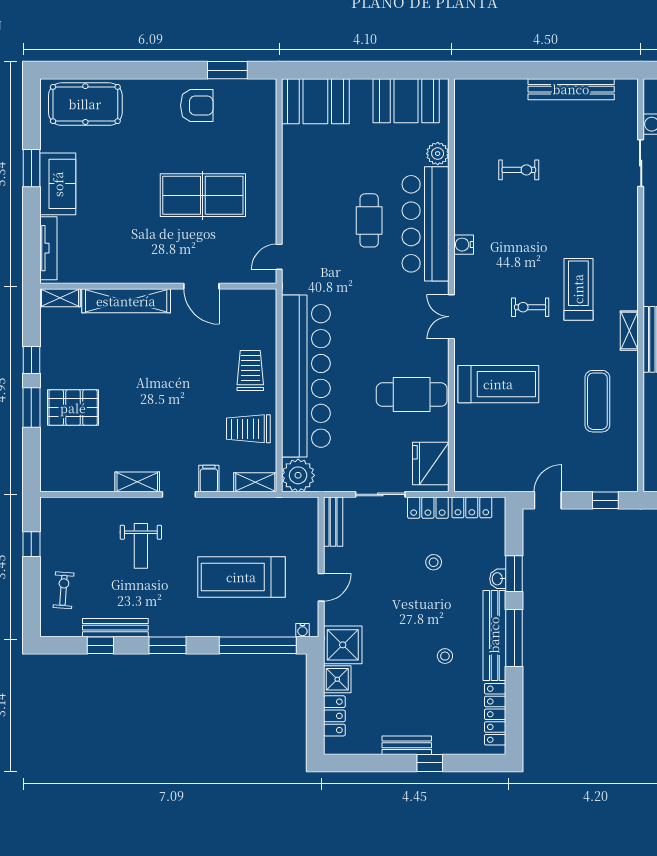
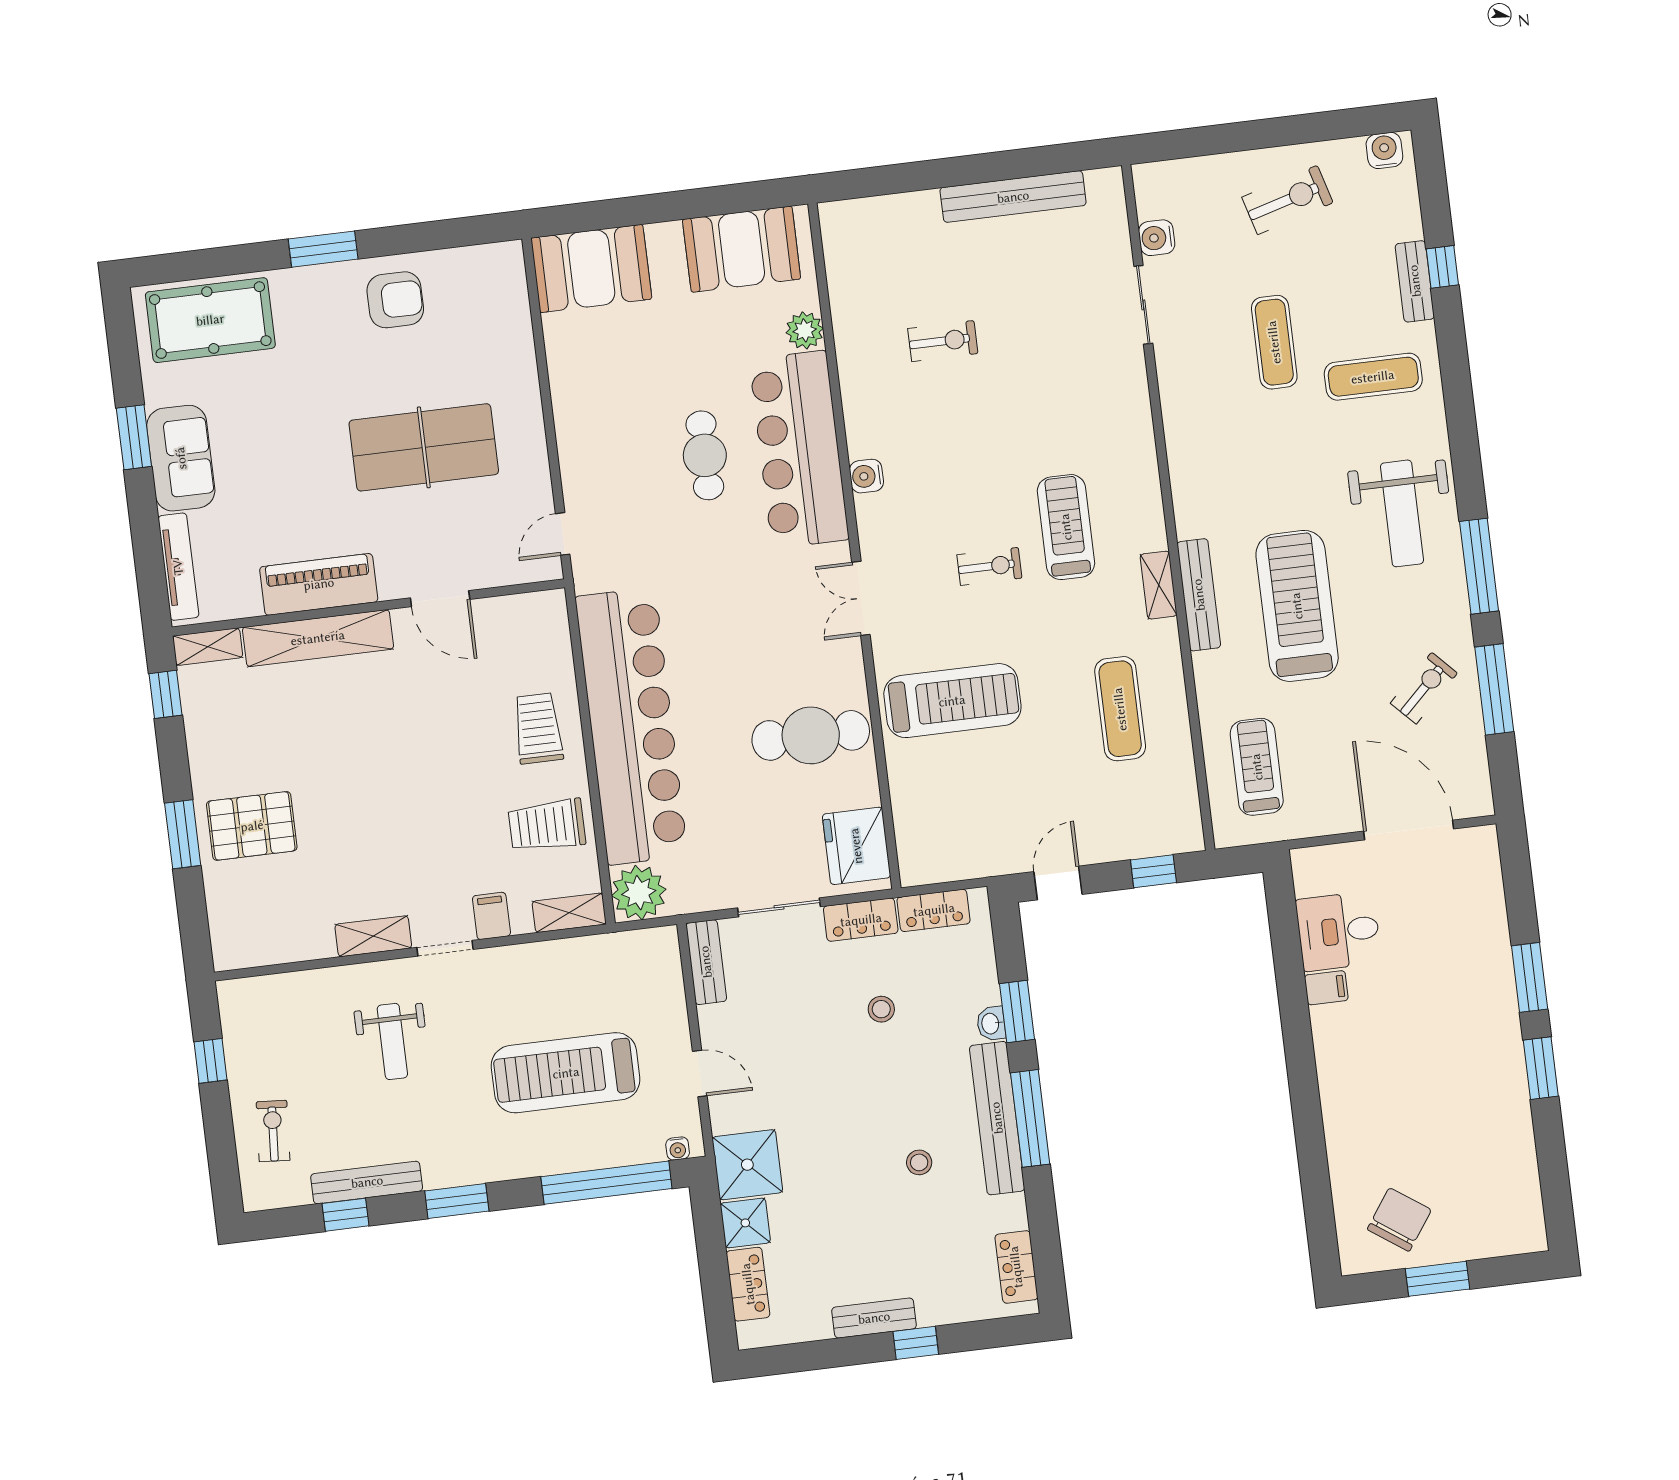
window: (227, 70) -> (323, 249), moved
piano: (130, 269) -> (319, 584), added
exercise bike: (530, 307) -> (989, 566), turned 180
window: (31, 360) -> (166, 694), moved
door: (321, 587) -> (700, 1074), hinge flipped
locker: (495, 714) -> (1016, 1267), width x0.66

